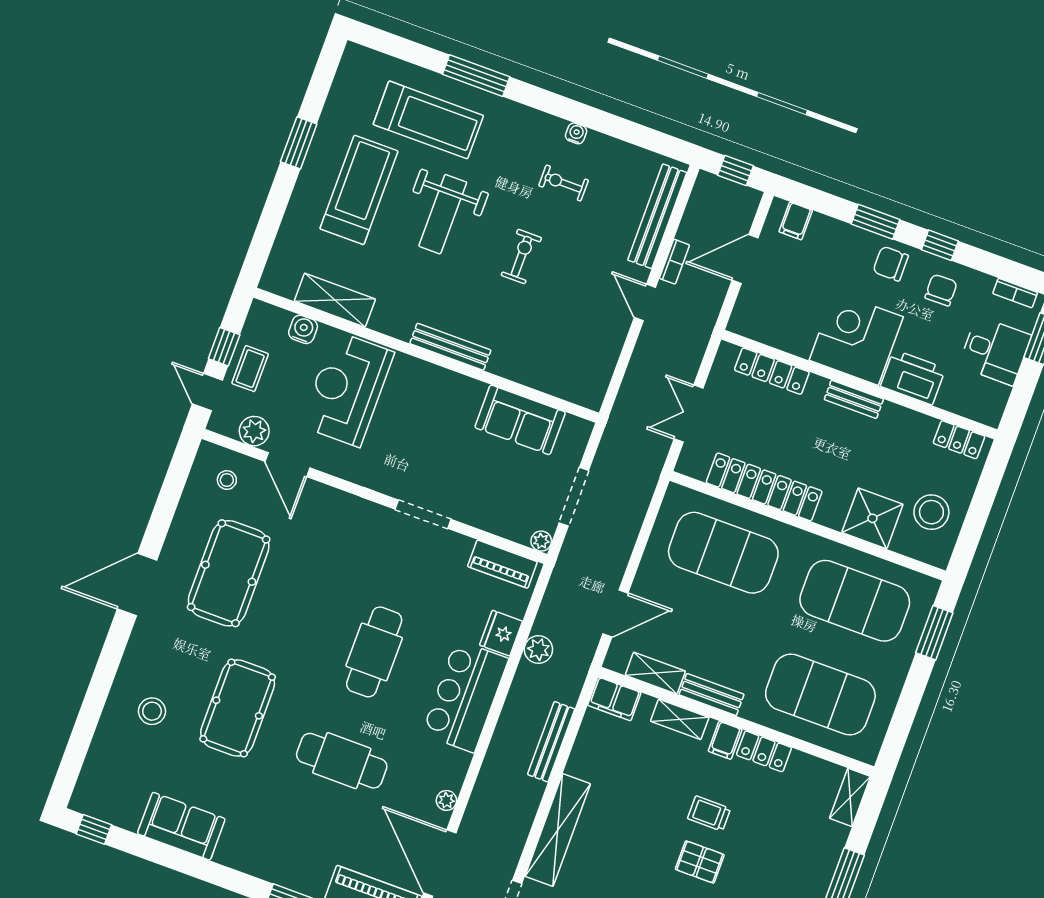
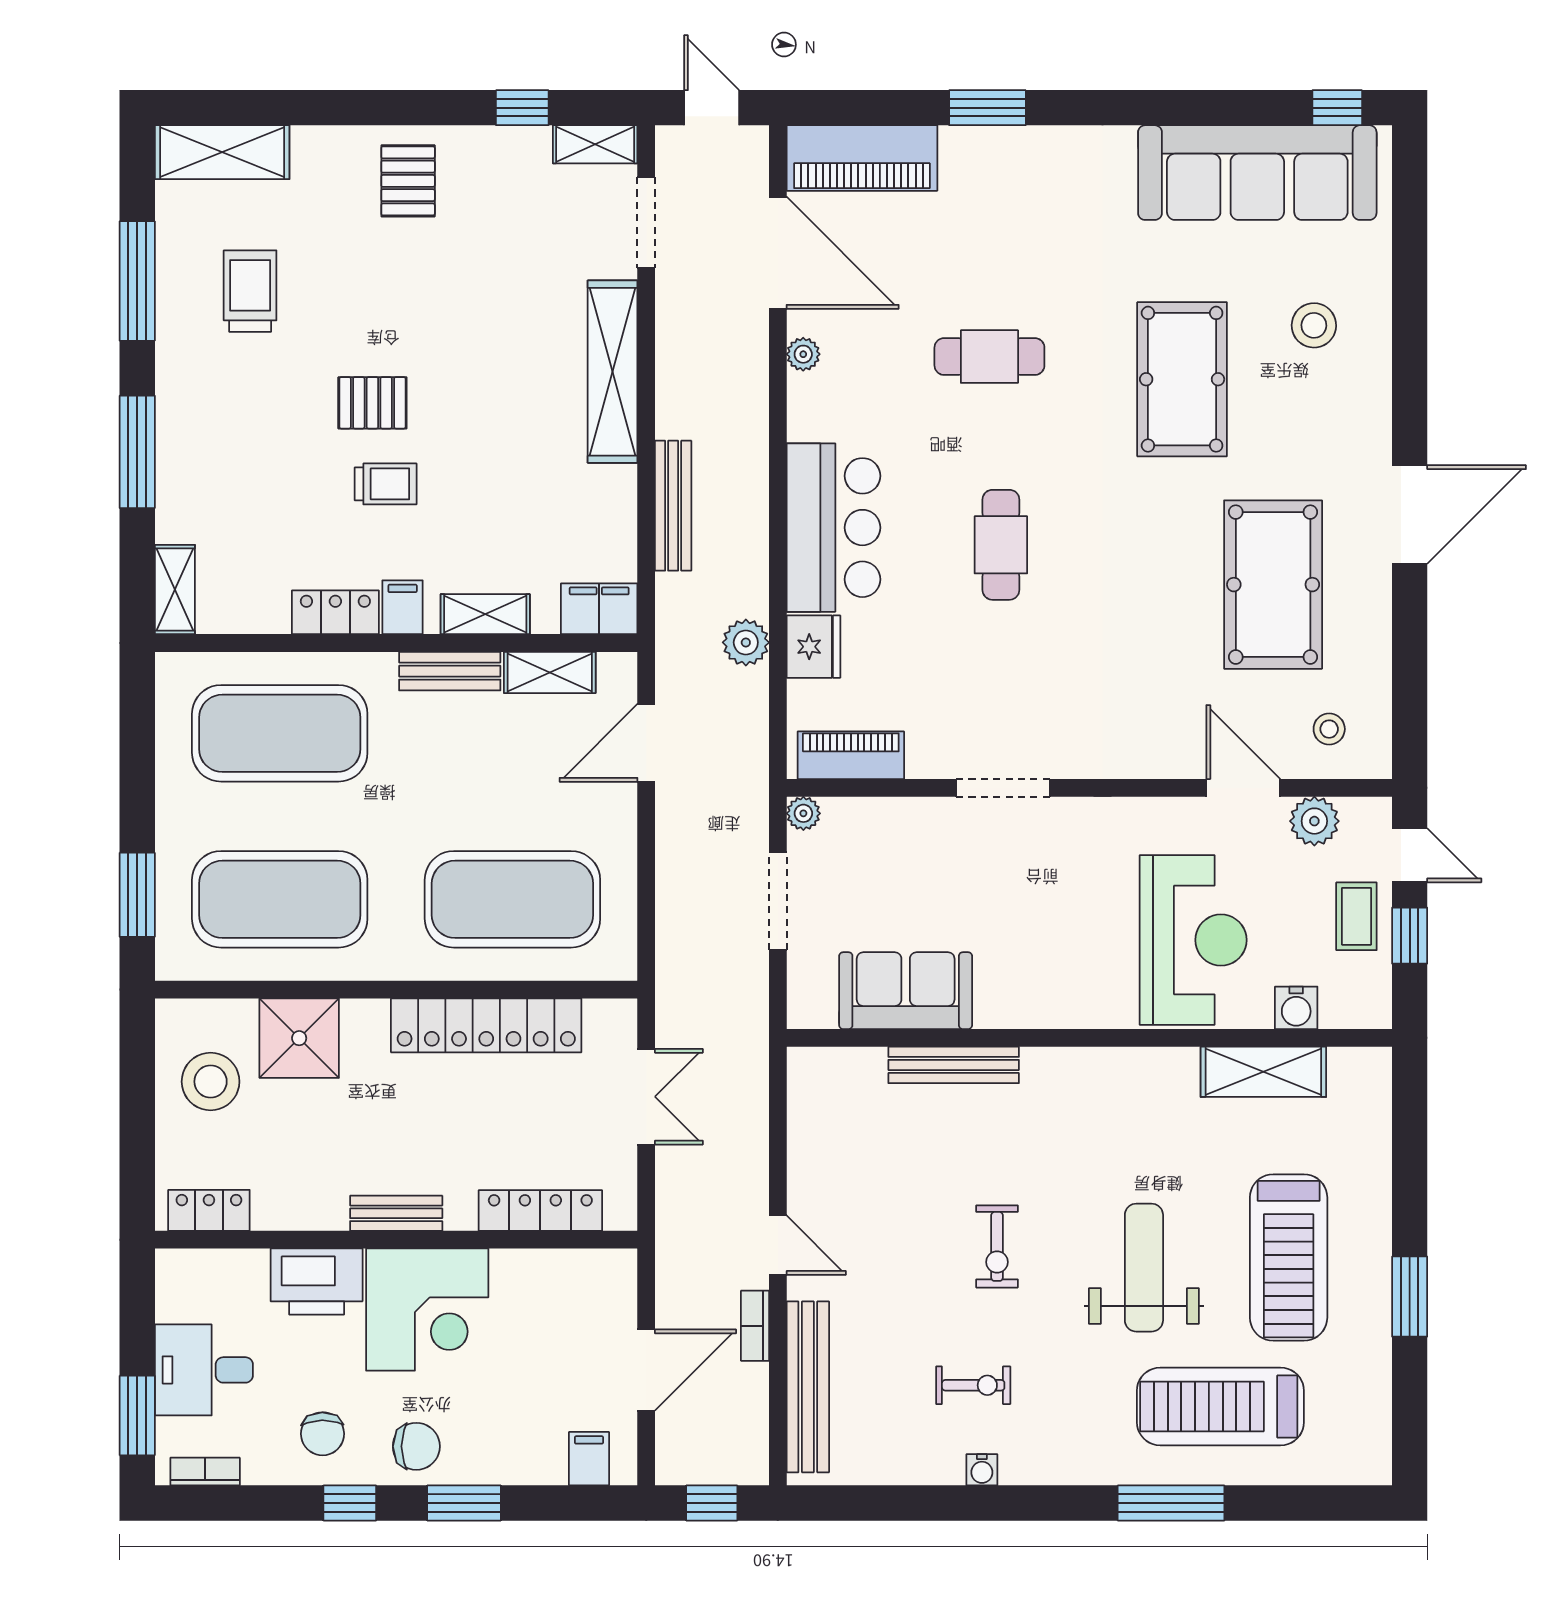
bench: (450, 347) -> (954, 1065), moved
cafe table: (374, 652) -> (1001, 545), width x0.73, depth x0.74
cafe table: (342, 761) -> (989, 357), width x0.73, depth x0.74
sofa: (181, 826) -> (1257, 173), width x1.85, depth x1.27

